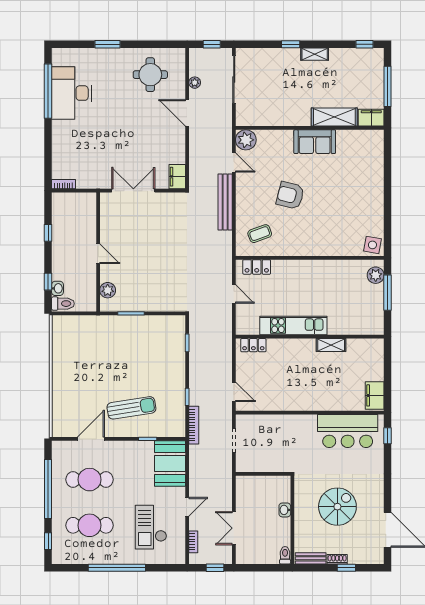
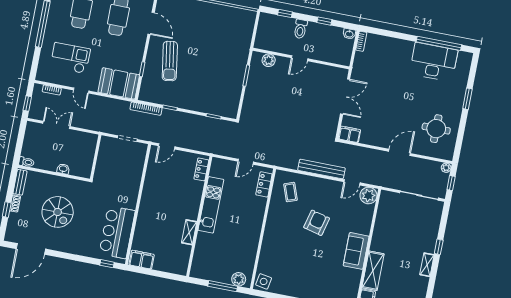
plant: (195, 83) -> (446, 168), moved
washbasin: (57, 288) -> (349, 34), moved
toilet: (63, 304) -> (300, 29), moved

